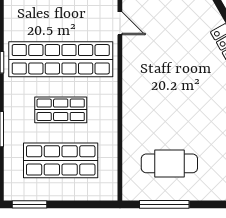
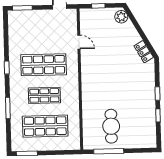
shop shelf: (61, 59) -> (44, 65), width x0.71
cafe table: (169, 163) -> (111, 126), turned 90

